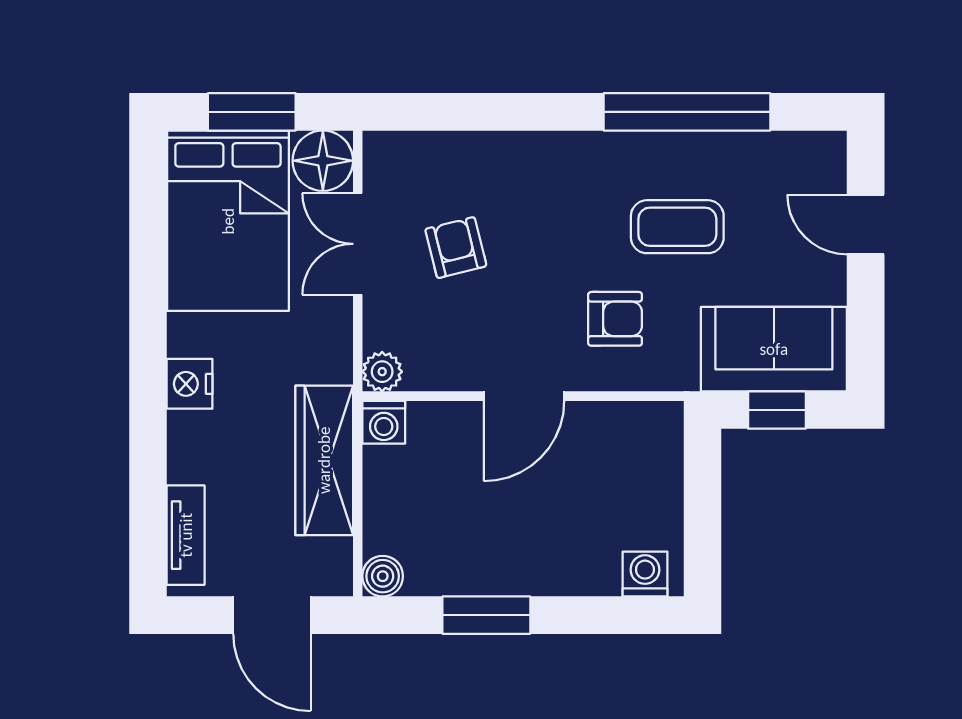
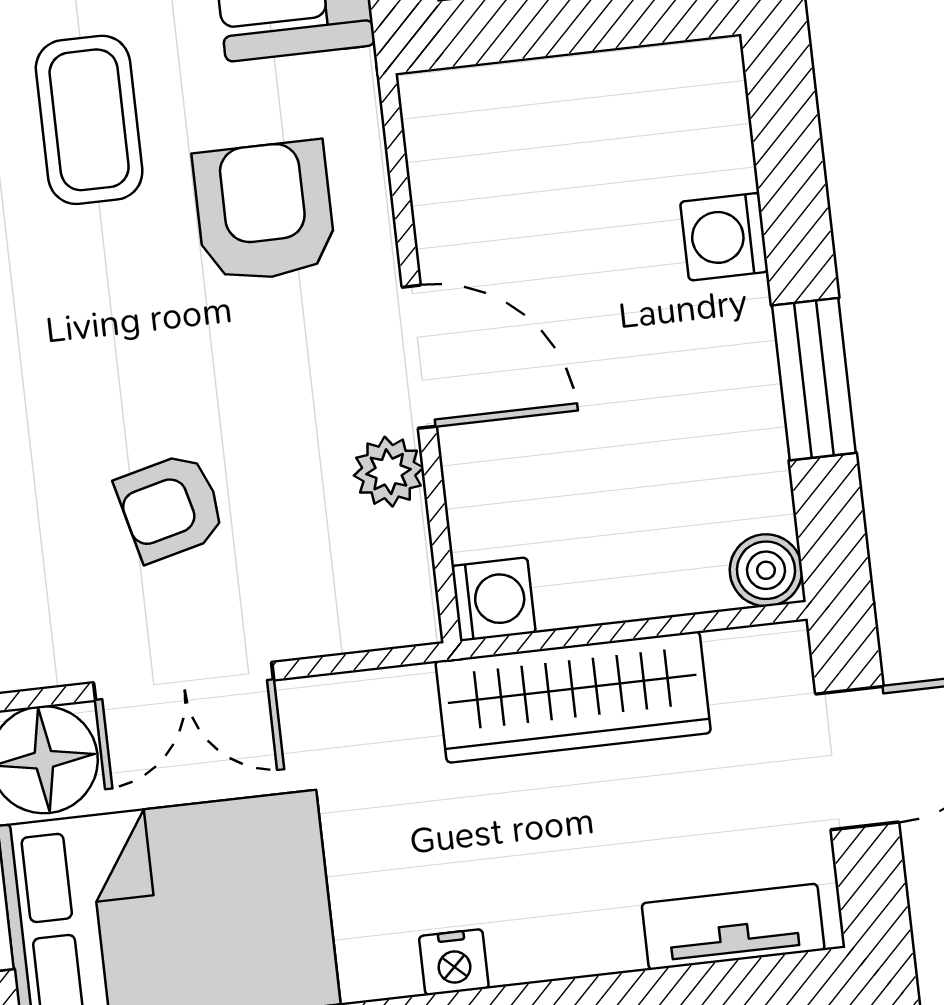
armchair: (615, 319) -> (264, 211), width x1.38, depth x1.38
plant: (382, 372) -> (389, 472), moved
nightstand: (190, 384) -> (454, 962), width x0.72, depth x0.74
washing machine: (645, 574) -> (724, 237), moved

